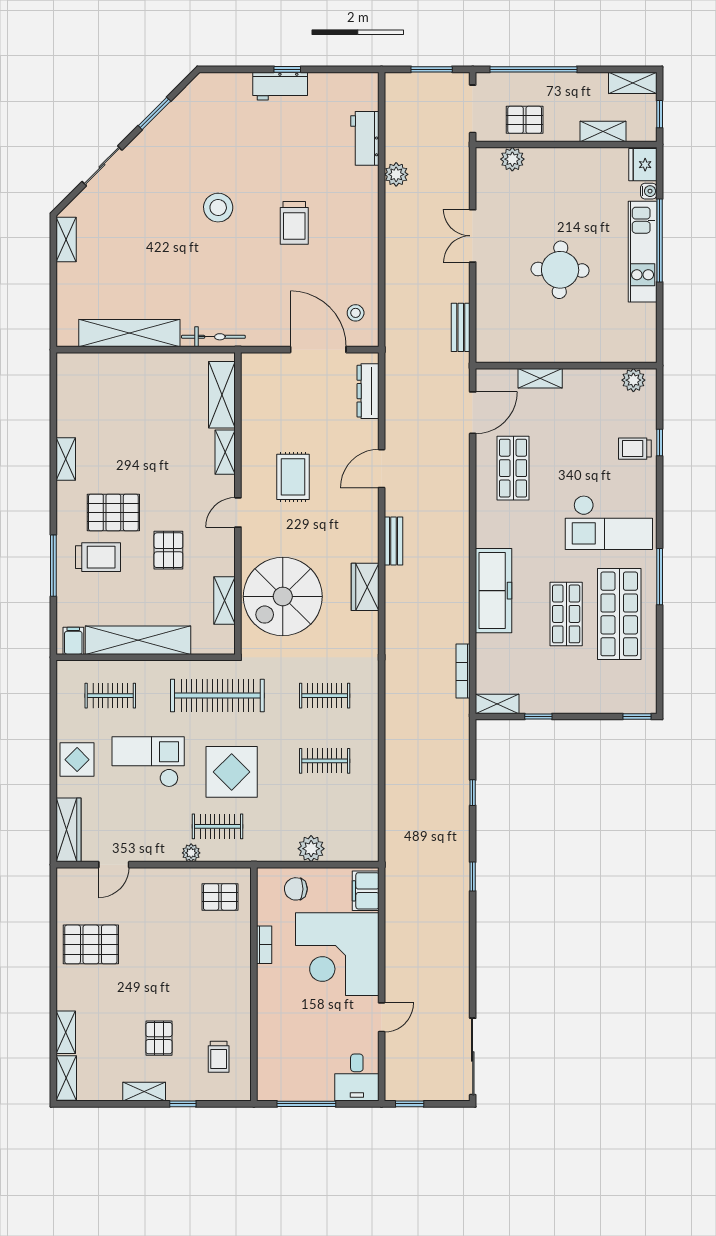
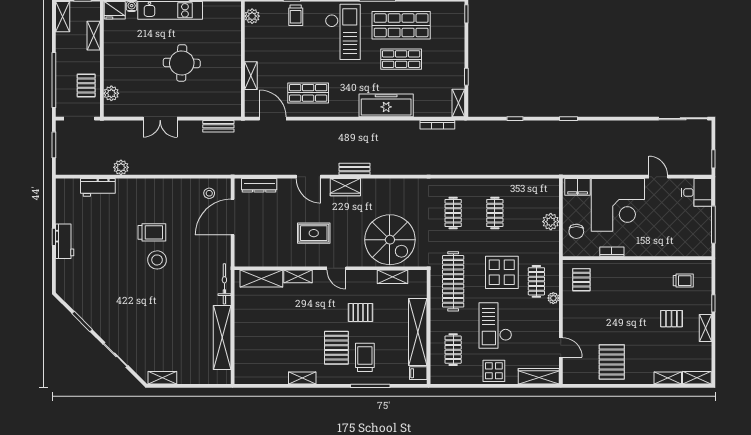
stool: (218, 208) -> (157, 260), moved
wardrobe: (365, 587) -> (345, 187), moved

